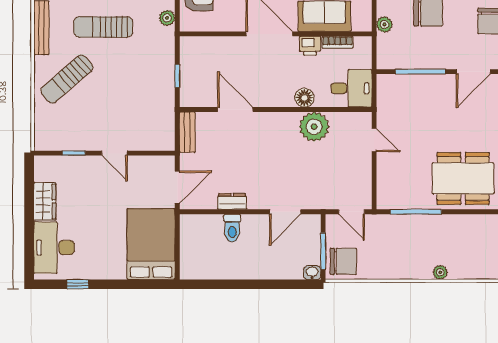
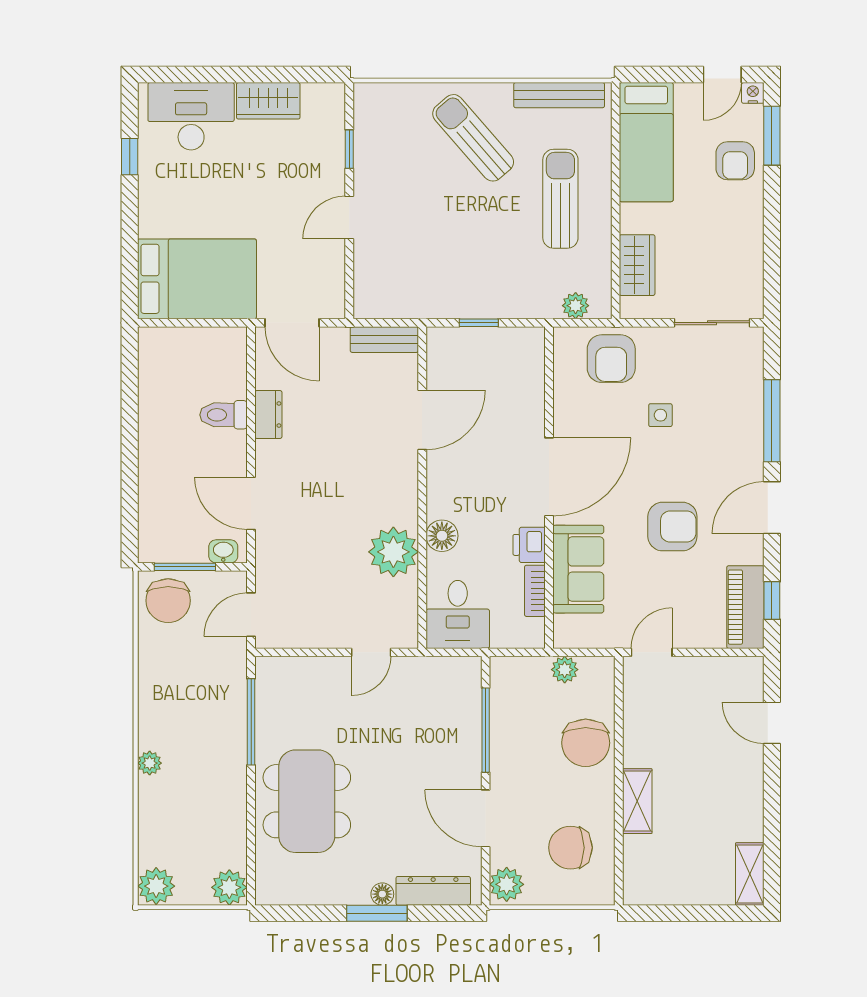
washbasin: (312, 273) -> (223, 551), moved, turned -90

